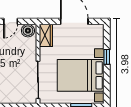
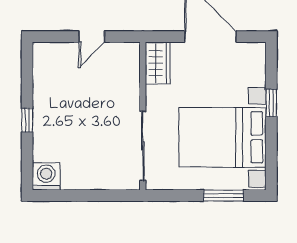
boiler: (28, 31) -> (124, 54), removed

